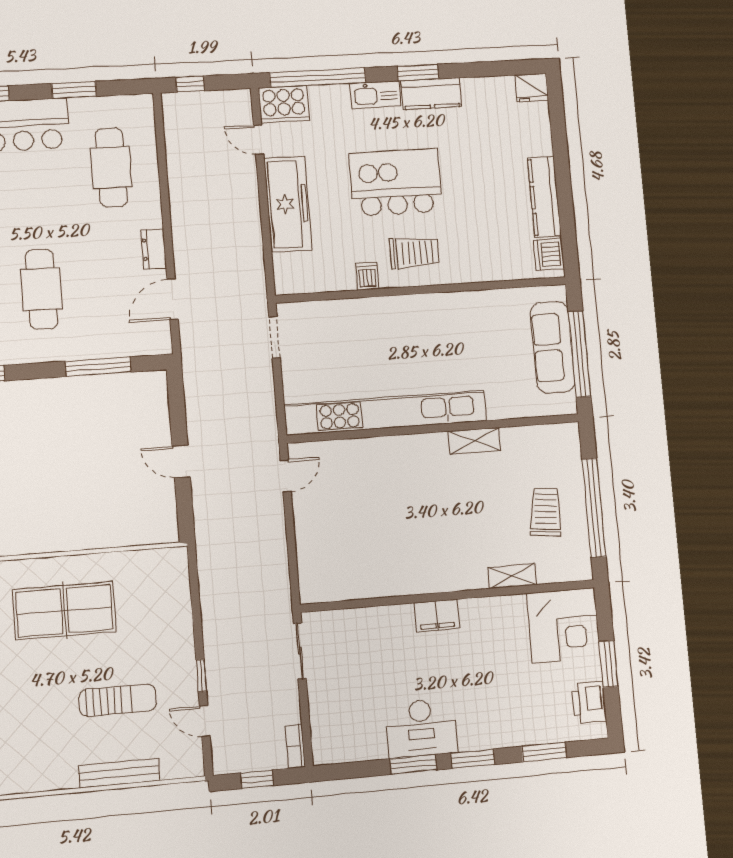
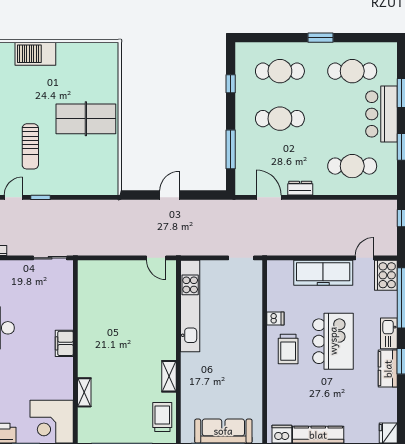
kitchen unit: (386, 413) -> (190, 306), width x0.73
trolley: (546, 512) -> (162, 417), moved, turned -96
table tennis table: (64, 611) -> (86, 119), turned 90

